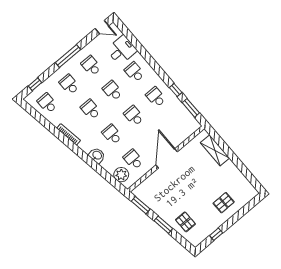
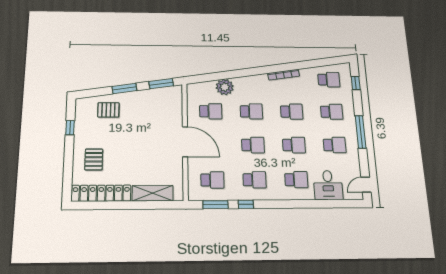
school desk: (177, 122) -> (212, 180), added
washbasin: (97, 155) -> (243, 83), removed
plant: (121, 175) -> (225, 87), moved
locker: (240, 180) -> (101, 193), added

